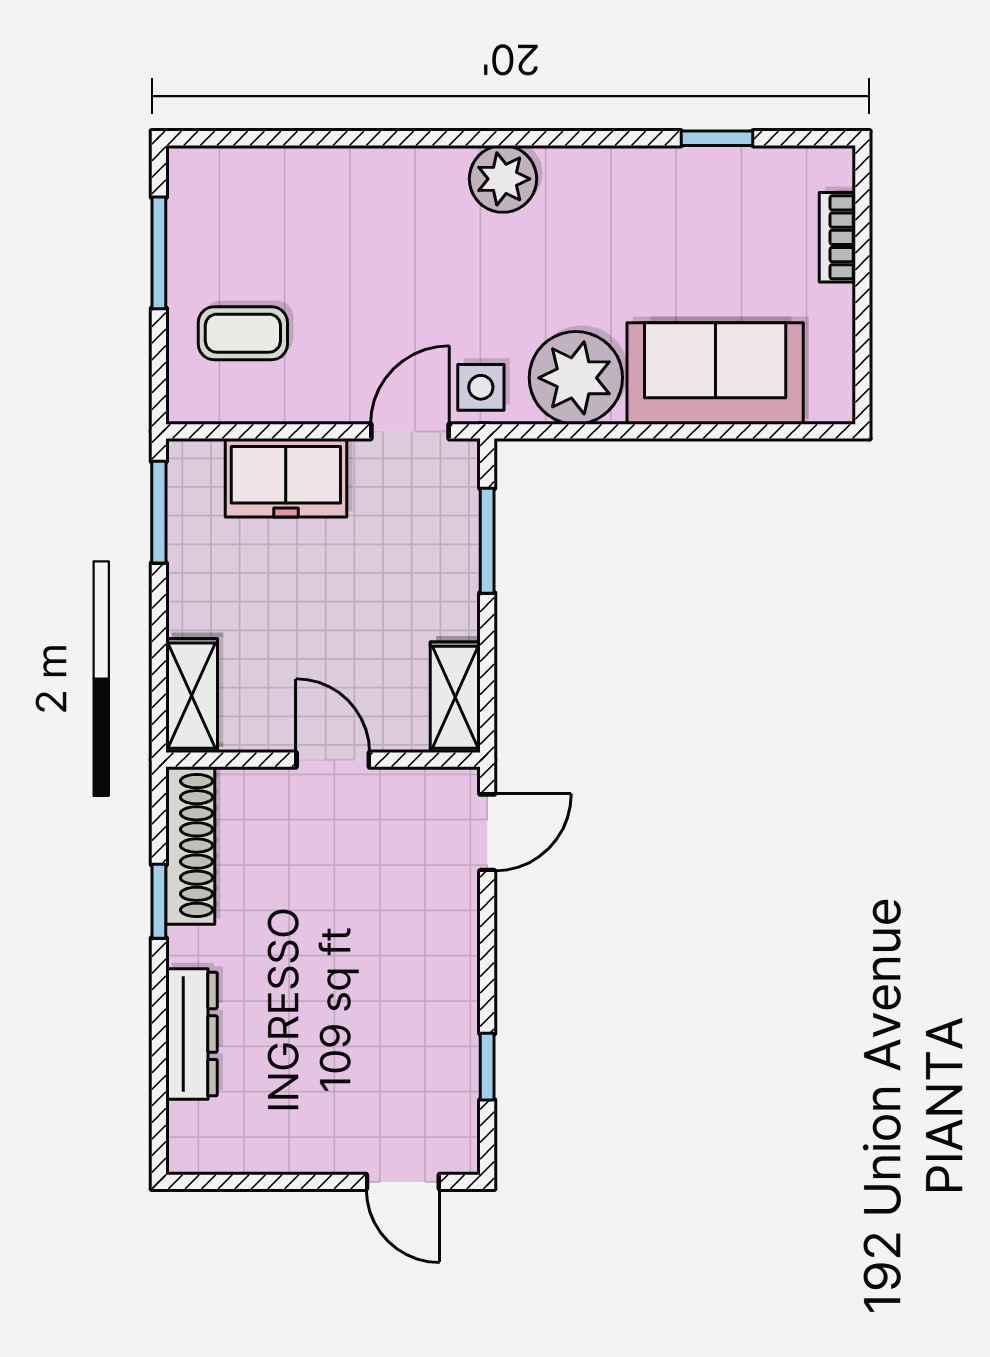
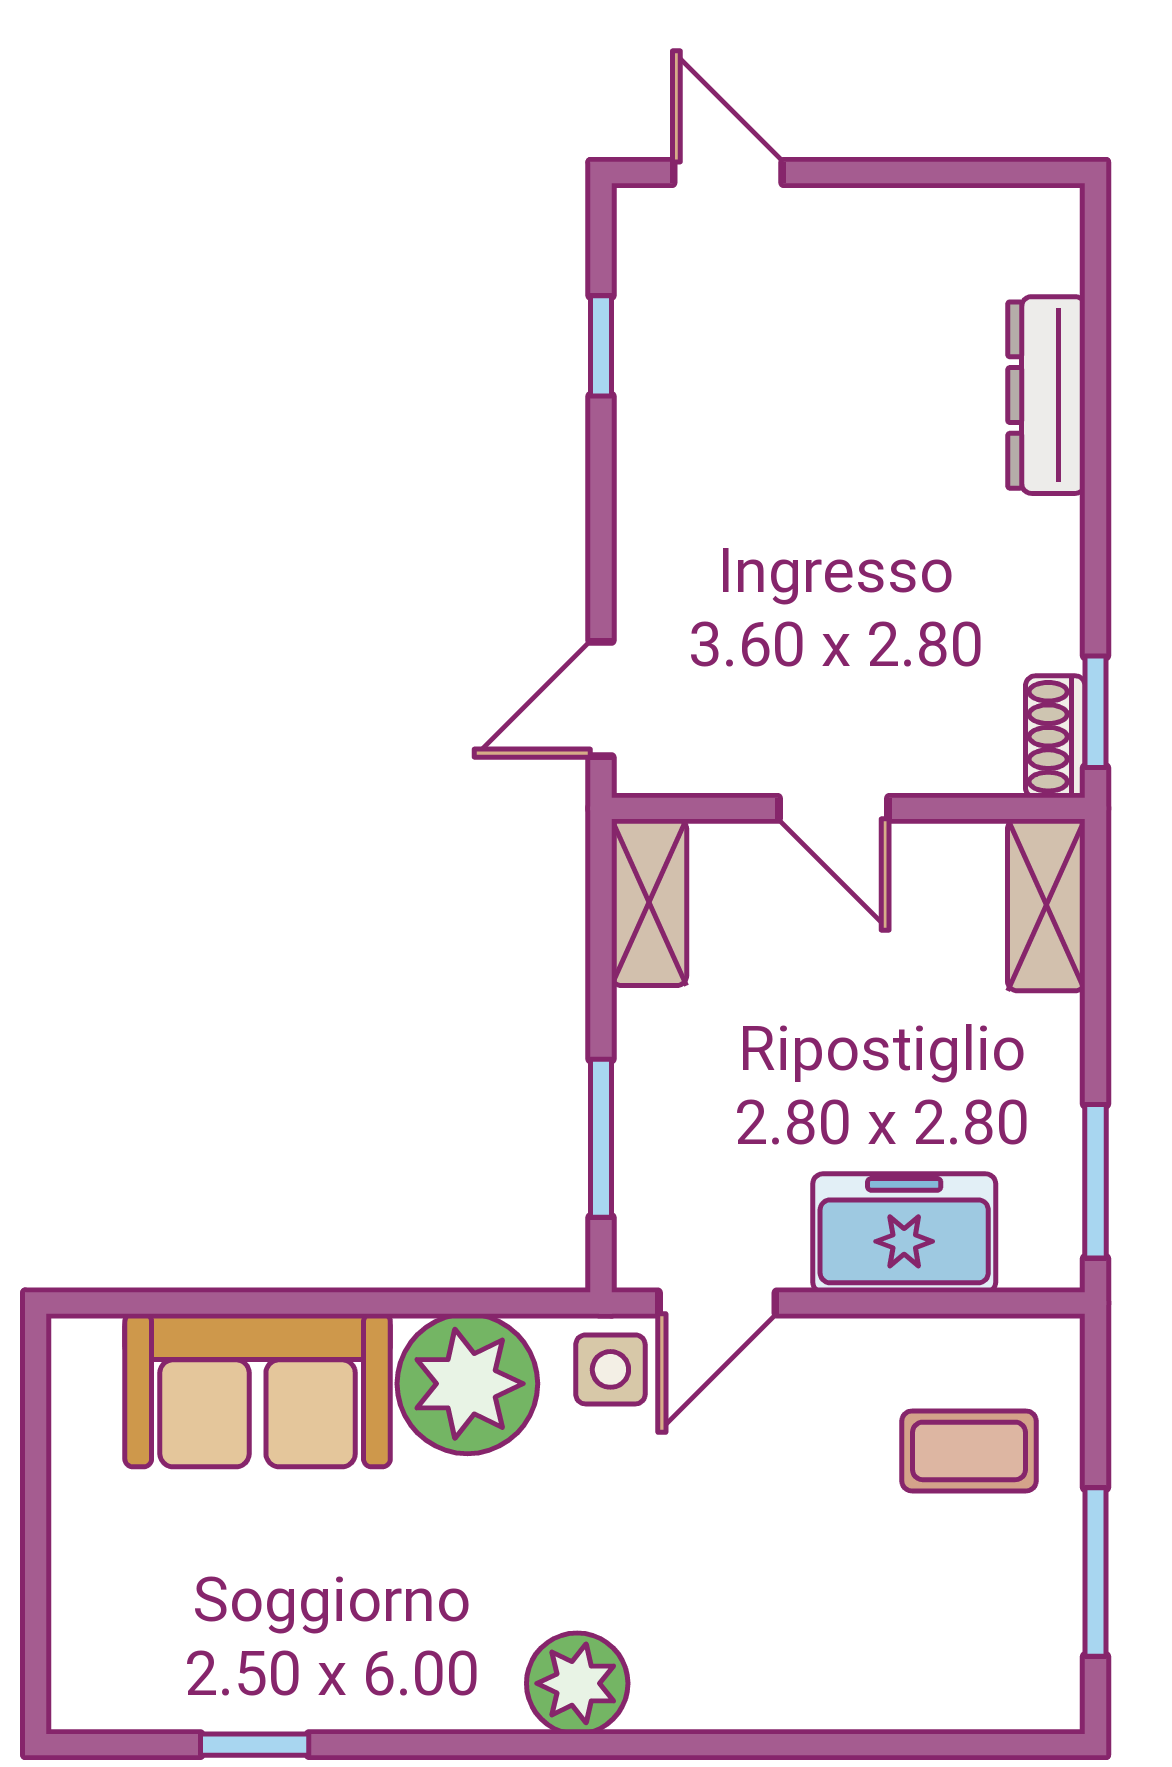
bookcase: (837, 237) -> (73, 1595), removed
shoe rack: (190, 846) -> (1055, 737), width x0.51, depth x0.81
window: (159, 901) -> (1096, 712), moved

